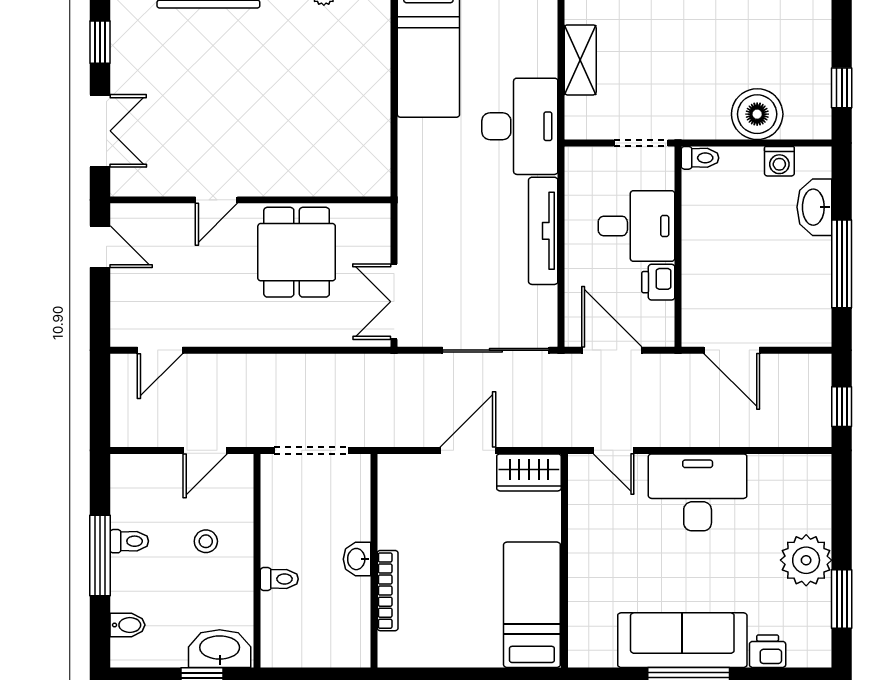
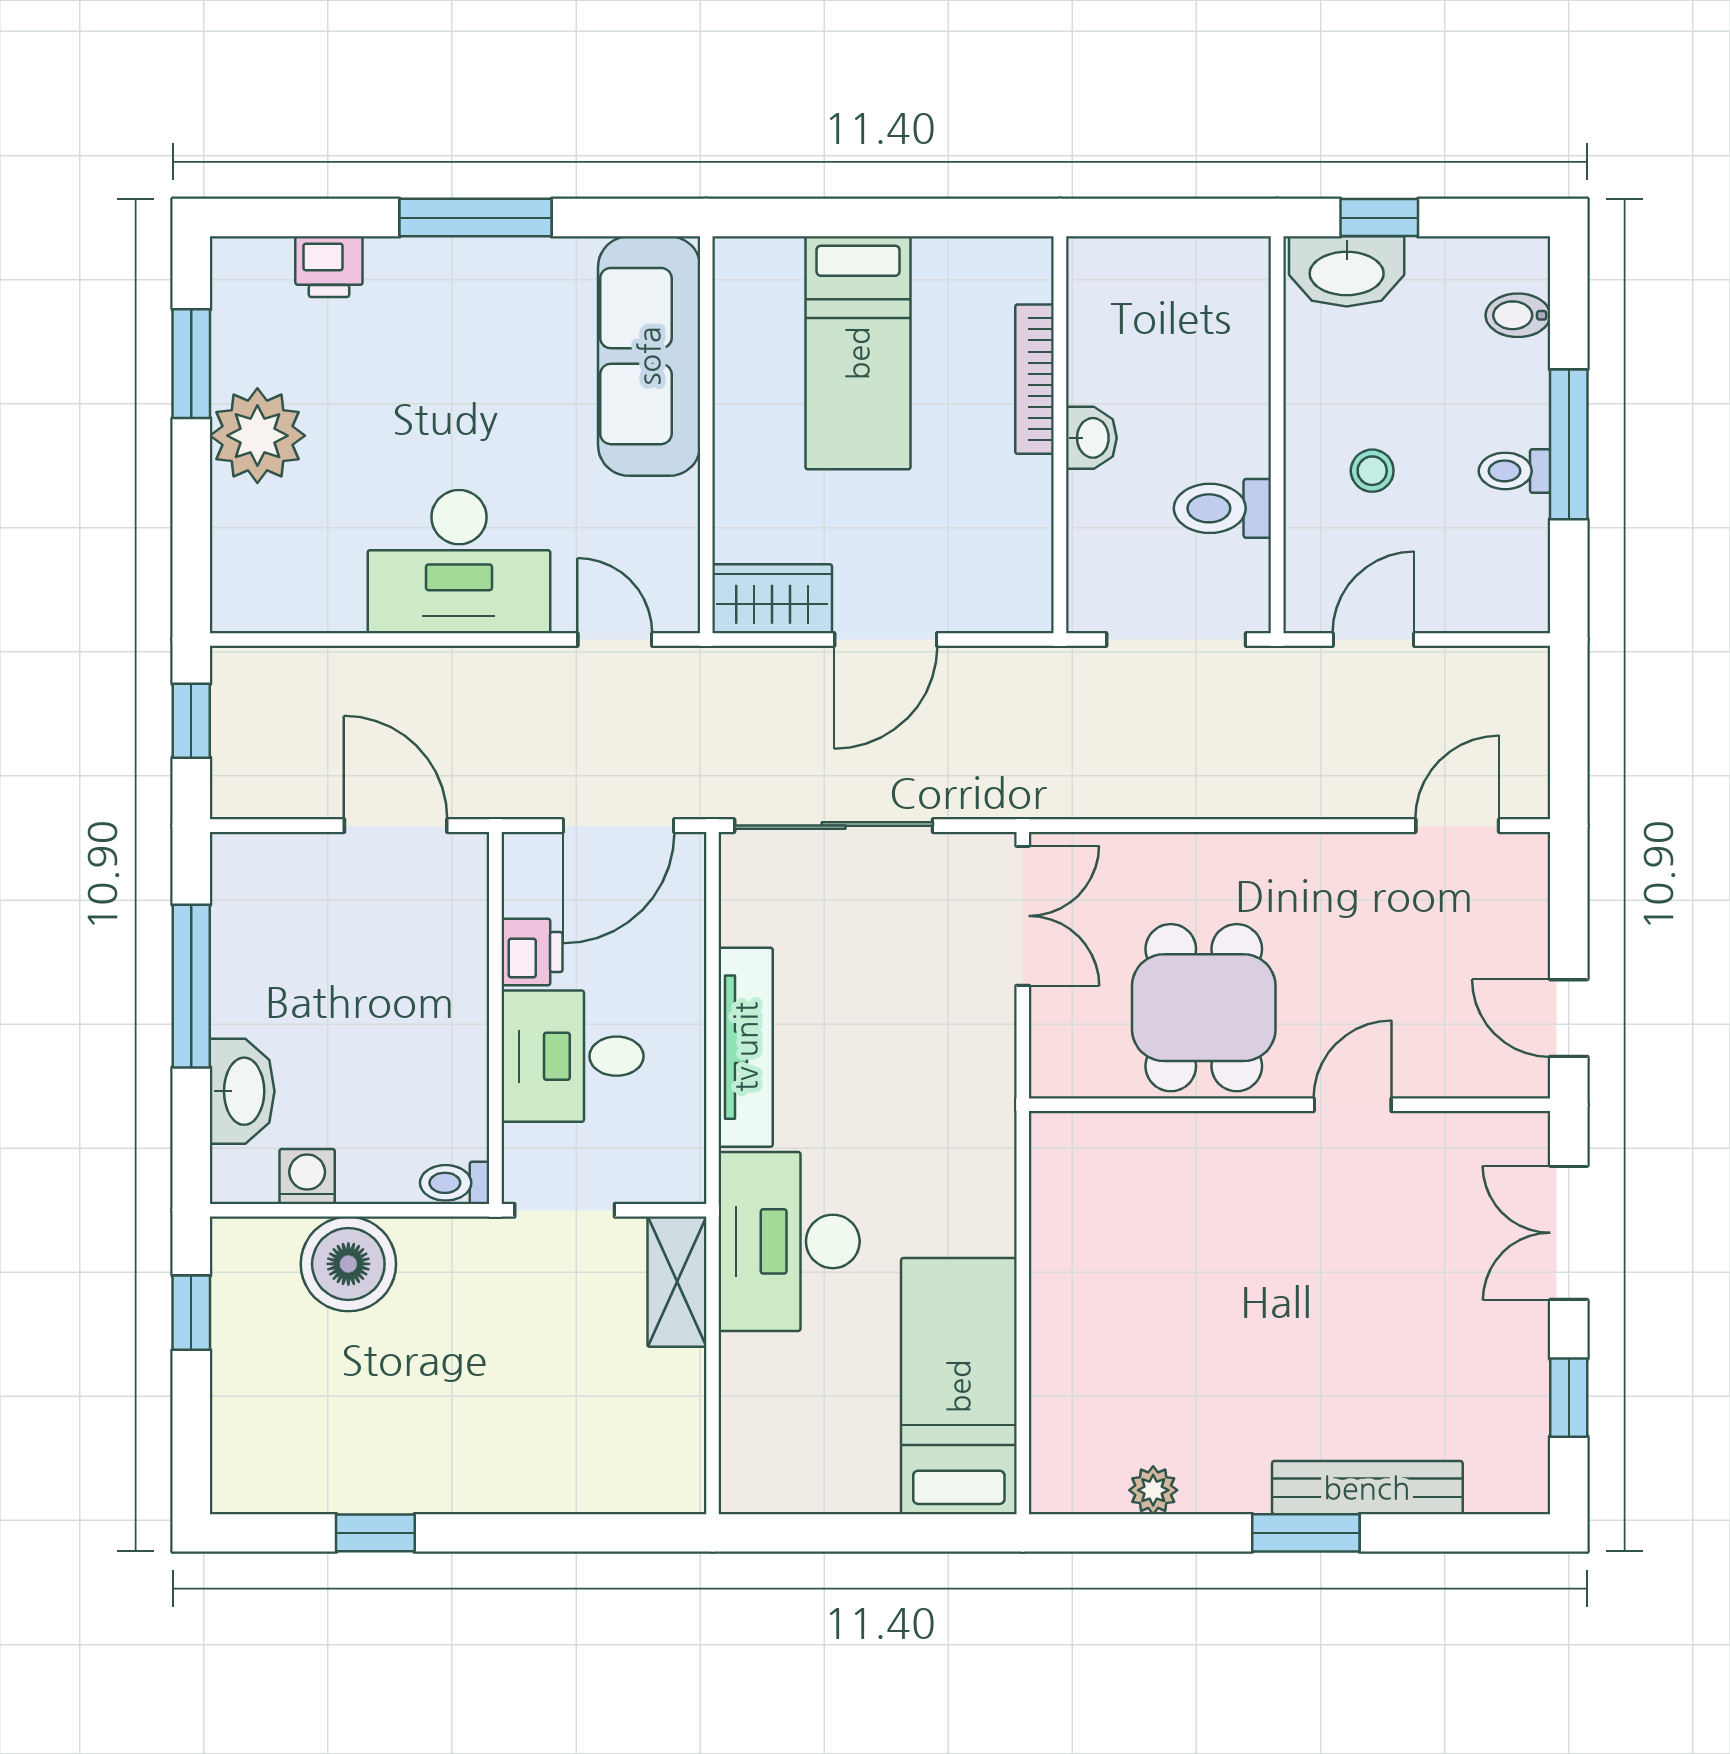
shelving: (580, 60) -> (677, 1282), moved
door: (612, 350) -> (619, 826), hinge flipped
toilet: (279, 579) -> (1222, 508), moved, width x1.37, depth x1.39
bed: (532, 605) -> (858, 353), moved
sofa: (682, 640) -> (649, 356), moved, turned 90

